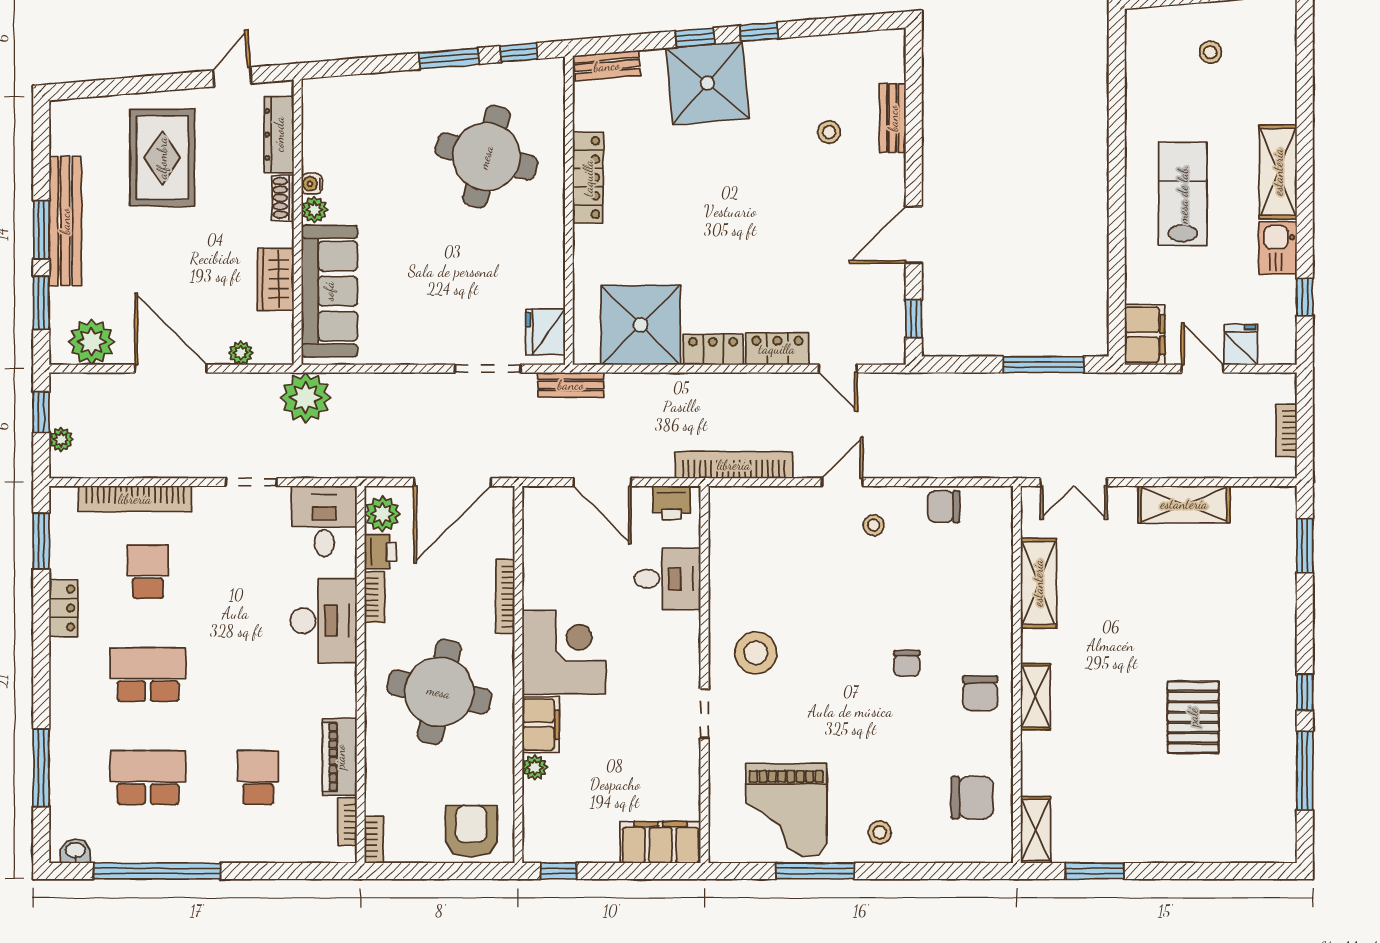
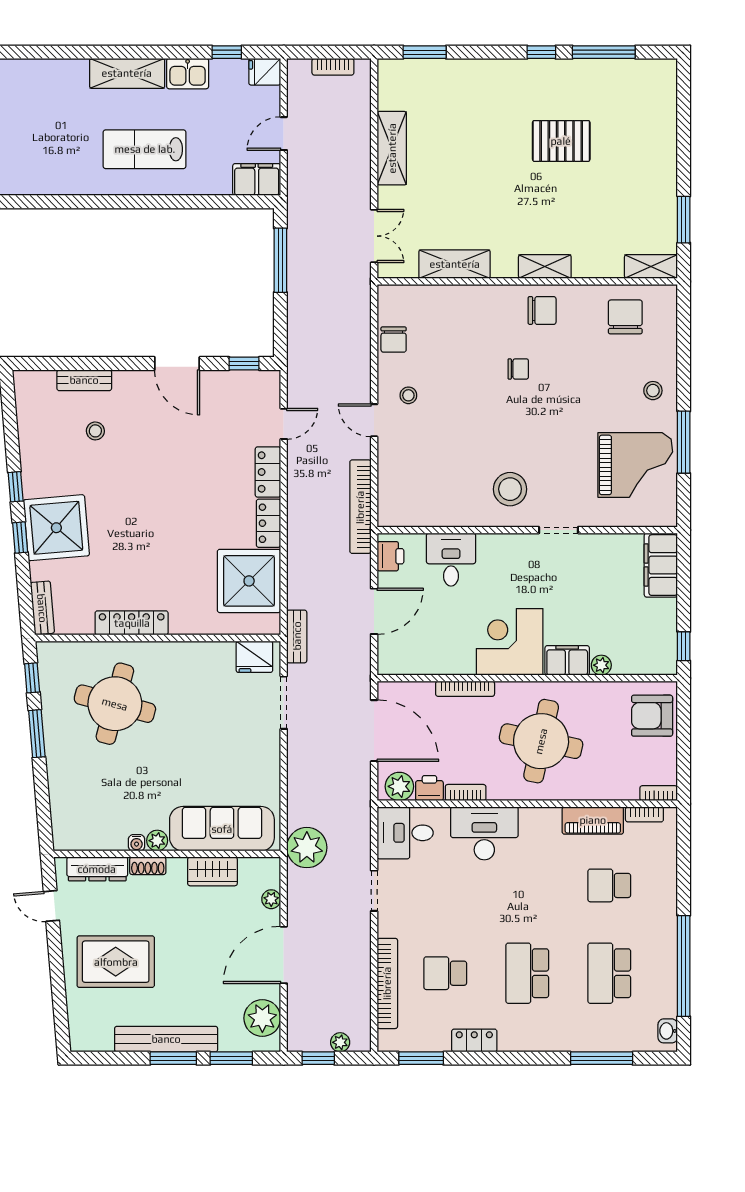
stool: (1210, 52) -> (32, 127), removed
fridge: (1241, 345) -> (265, 72), moved

